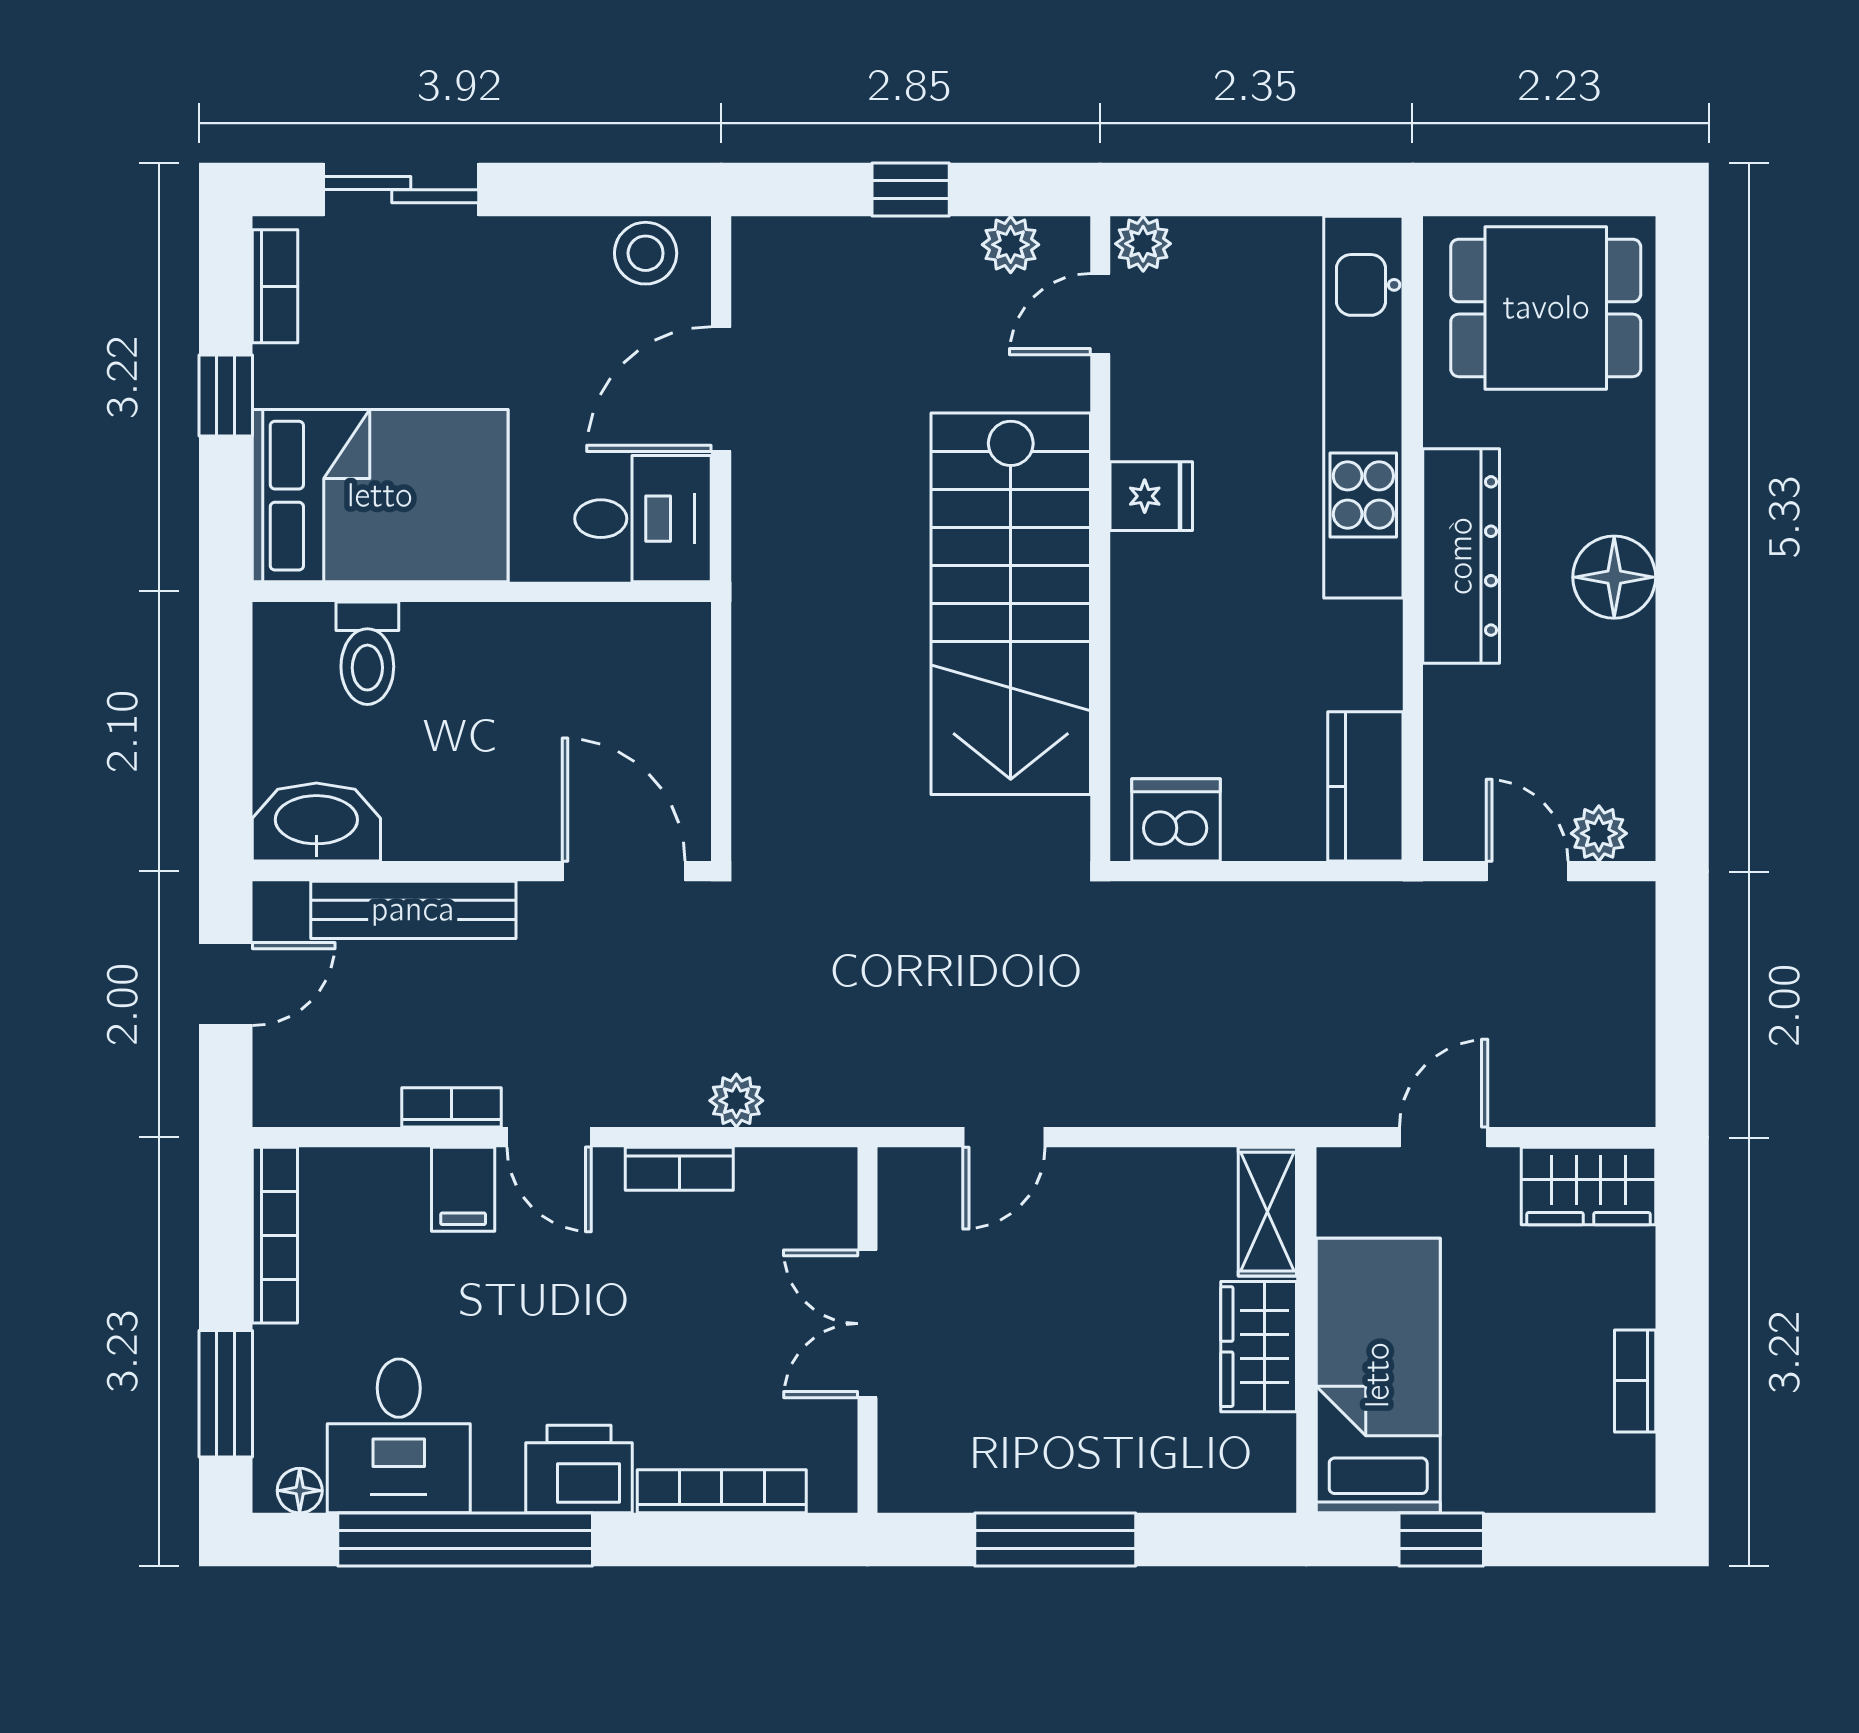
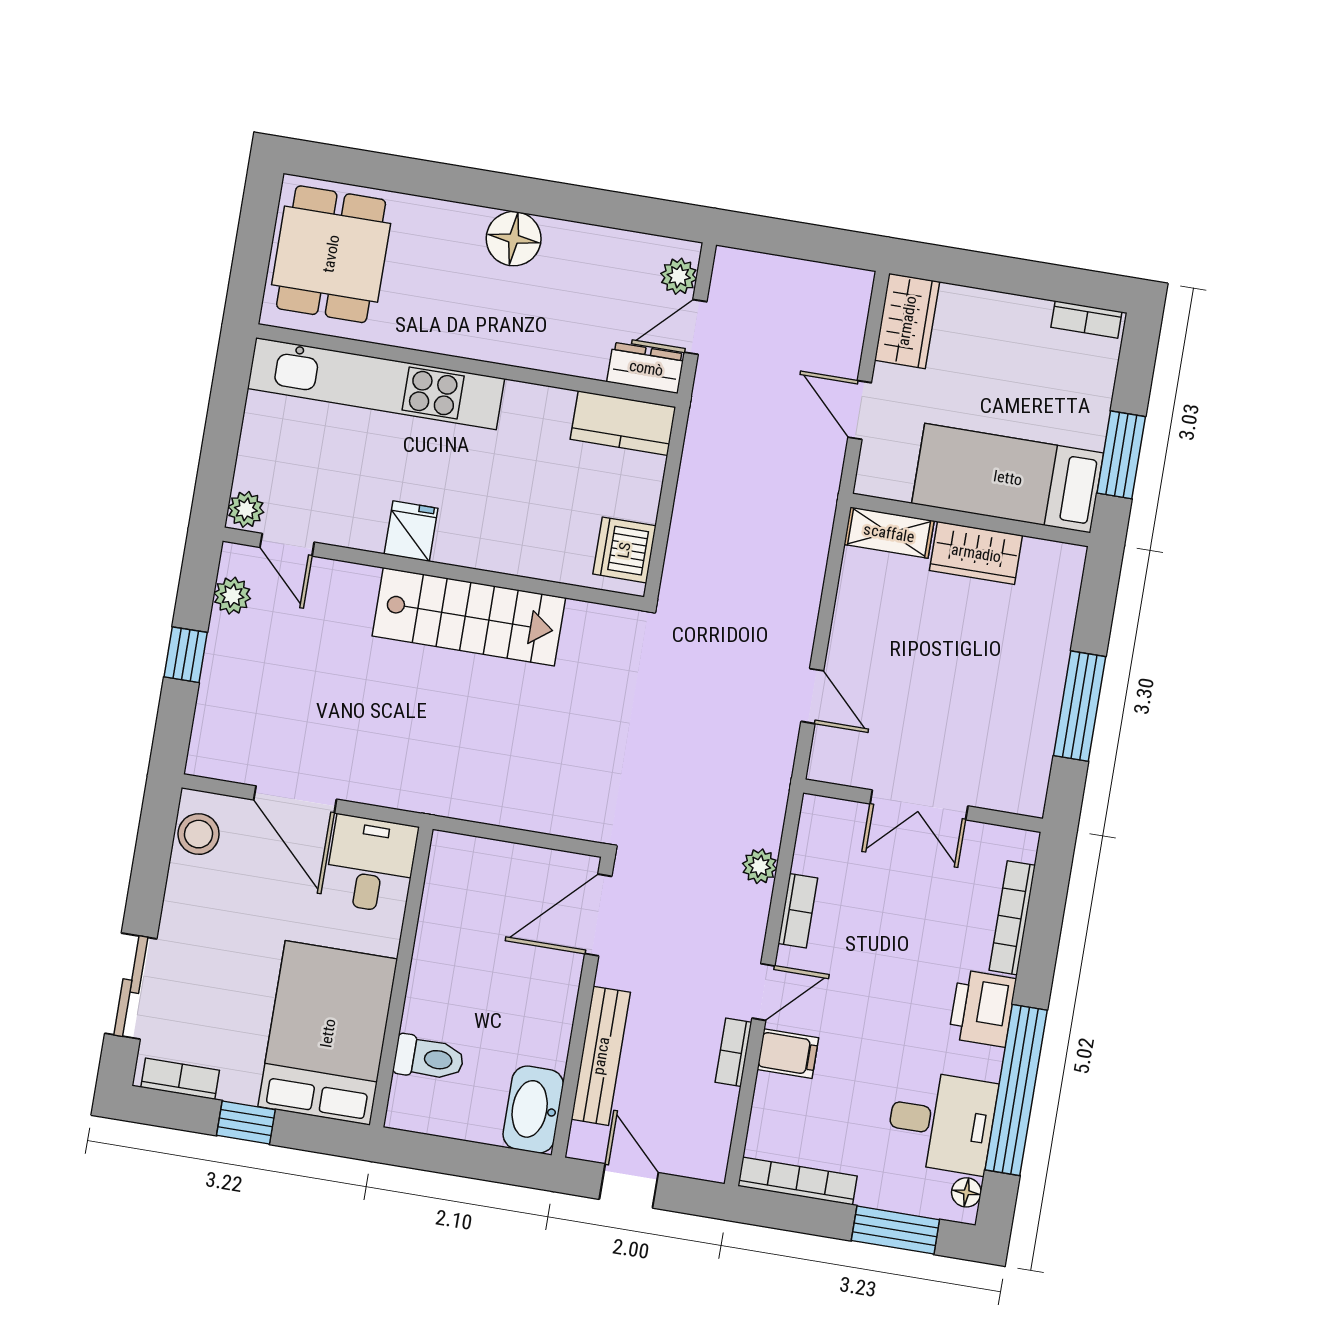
dresser: (1461, 556) -> (646, 368), moved, width x0.51, depth x0.80
stairs: (1011, 604) -> (469, 617), width x0.73, depth x0.66
bookcase: (1635, 1381) -> (1086, 320), moved
window: (1441, 1539) -> (1121, 455), width x1.50

